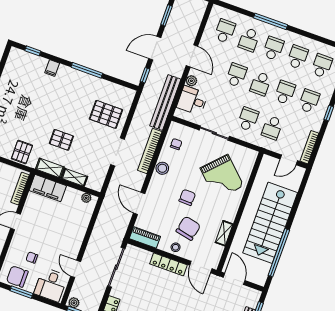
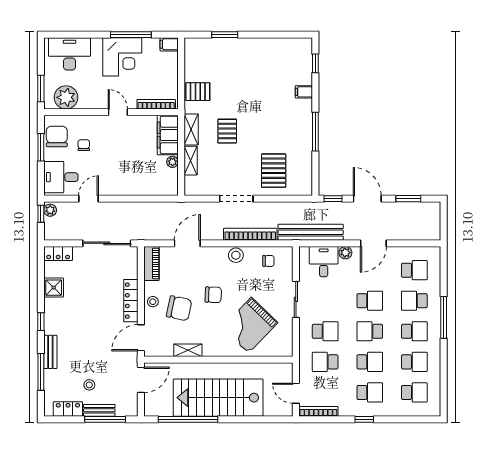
plant: (86, 198) -> (172, 162), moved

